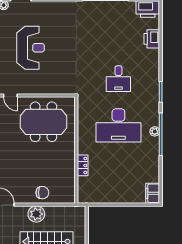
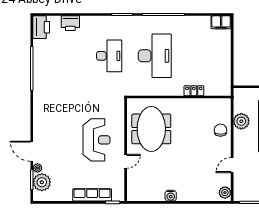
reception desk: (31, 48) -> (97, 140), moved, turned 90
desk: (118, 79) -> (109, 56), width x1.37
plant: (155, 131) -> (161, 20), removed
plant: (36, 214) -> (241, 121), moved

